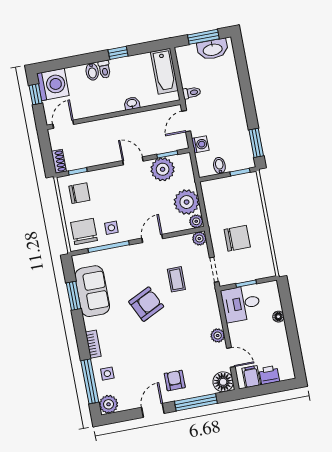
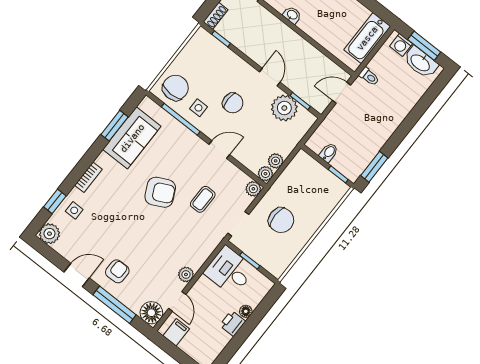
washbasin: (132, 103) -> (292, 15), moved
washing machine: (200, 144) -> (401, 45), moved, turned 90
chair: (79, 193) -> (233, 103), moved
plant: (187, 202) -> (276, 161), width x0.53, depth x0.53
printer: (269, 375) -> (233, 323), moved, turned -90
window: (90, 381) -> (55, 201), width x0.46

